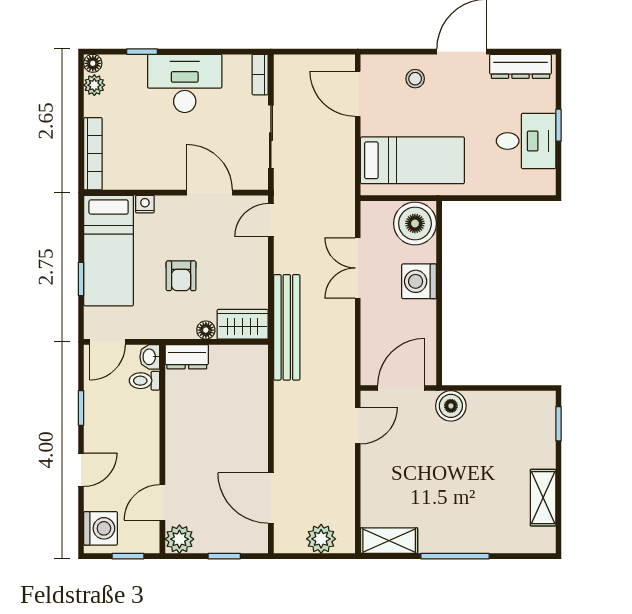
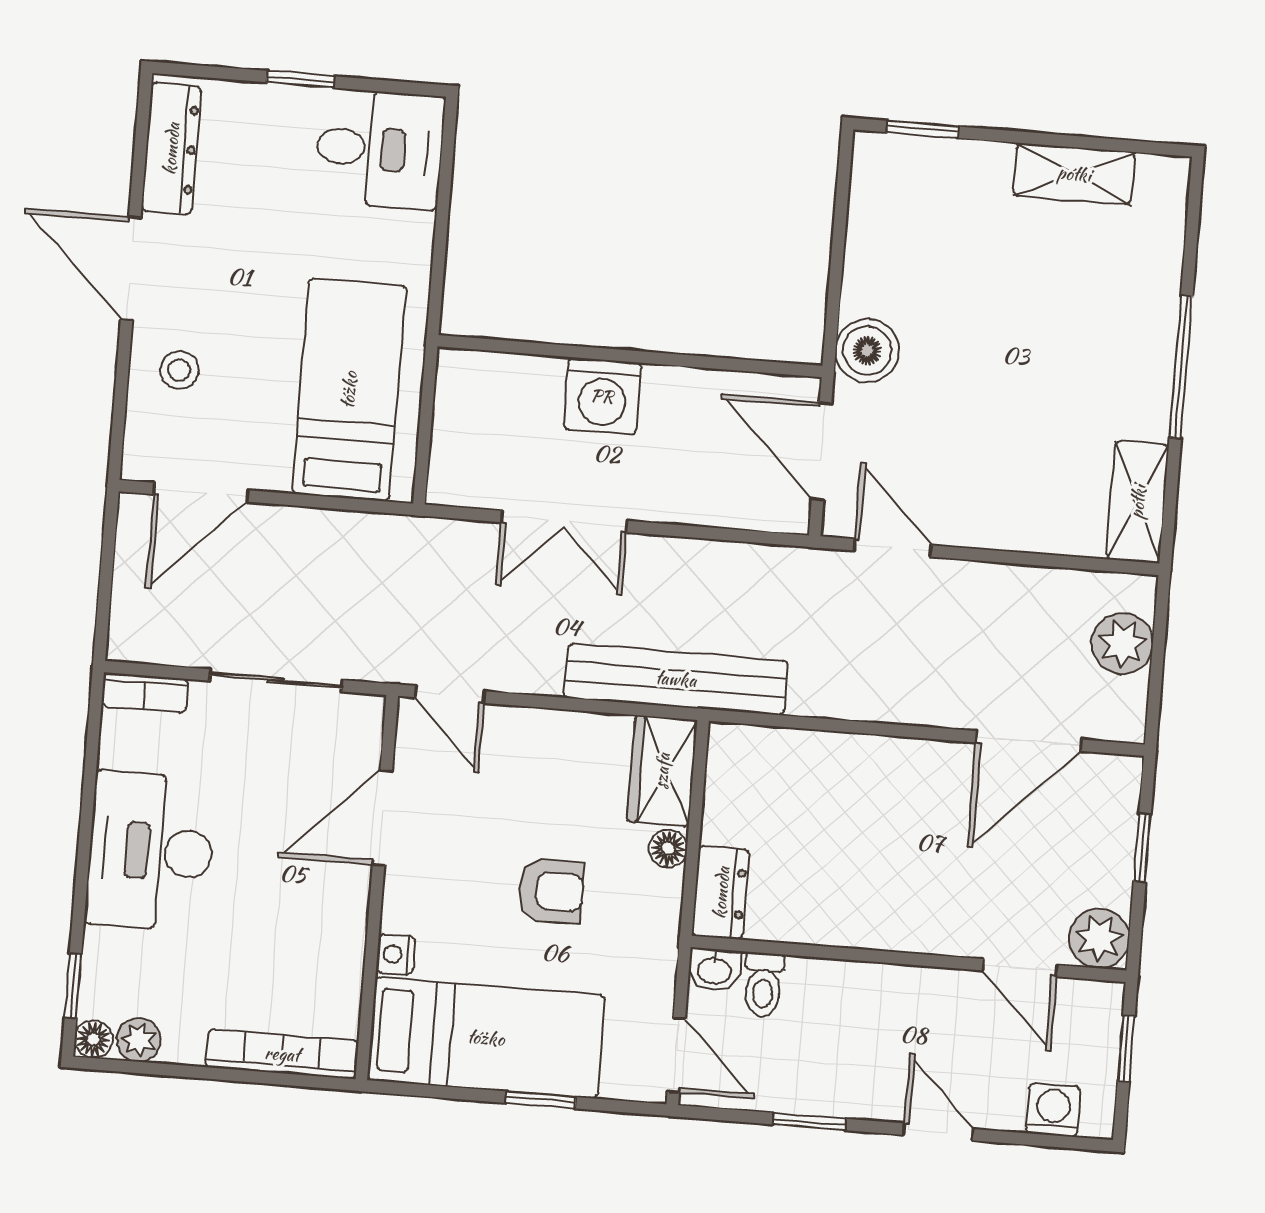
window: (142, 52) -> (73, 986), moved
desk: (526, 141) -> (379, 149), moved, turned 90
boiler: (415, 223) -> (481, 395), removed
washing machine: (101, 528) -> (1053, 1110), width x0.73, depth x0.73

